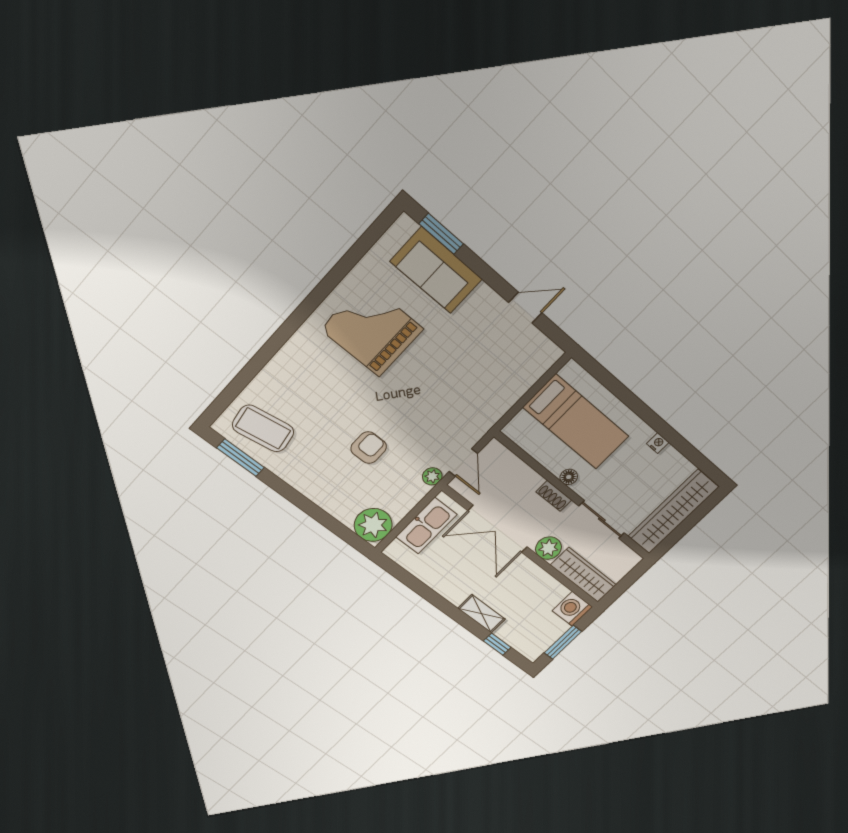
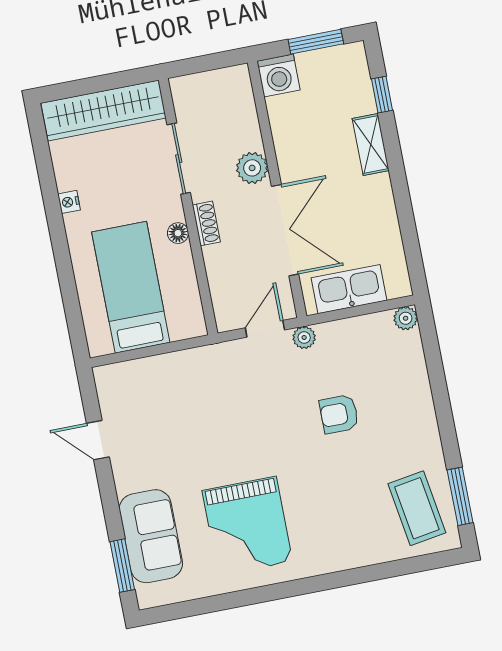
plant: (373, 525) -> (406, 318), width x0.53, depth x0.53
wardrobe: (583, 575) -> (240, 108), removed

